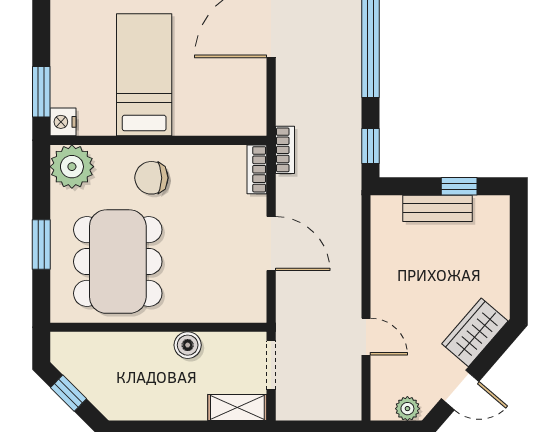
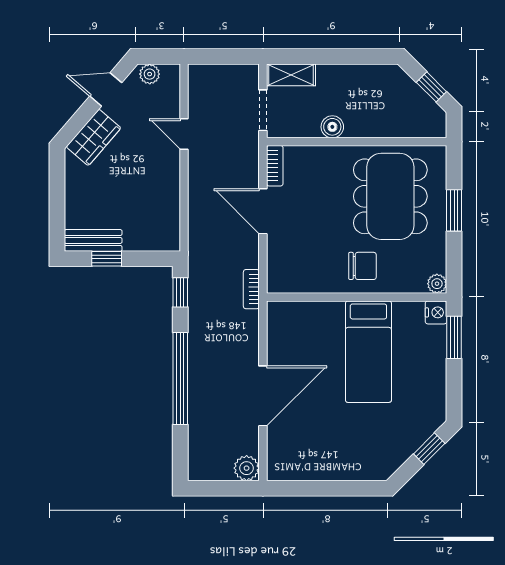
plant: (72, 167) -> (437, 284), width x0.53, depth x0.53
bookcase: (257, 169) -> (275, 166), moved
bench: (438, 208) -> (93, 240), moved

